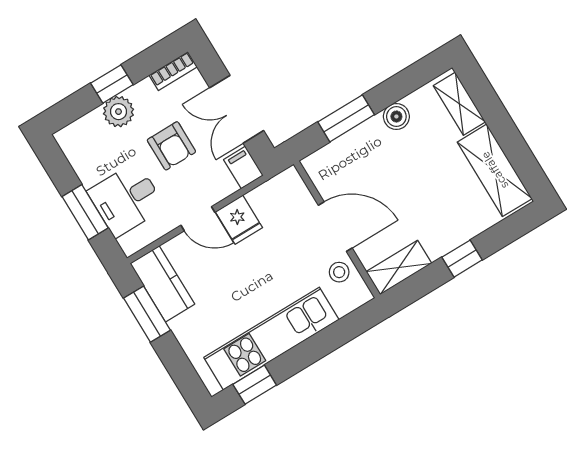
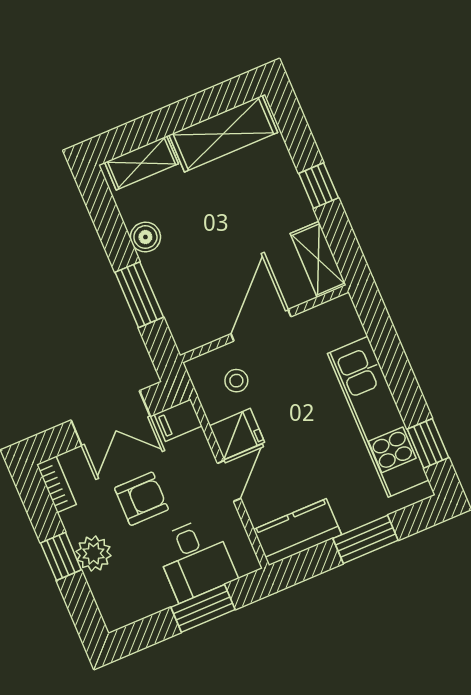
stool: (339, 272) -> (236, 381), moved
window: (147, 314) -> (365, 539), moved

